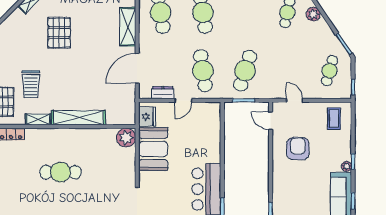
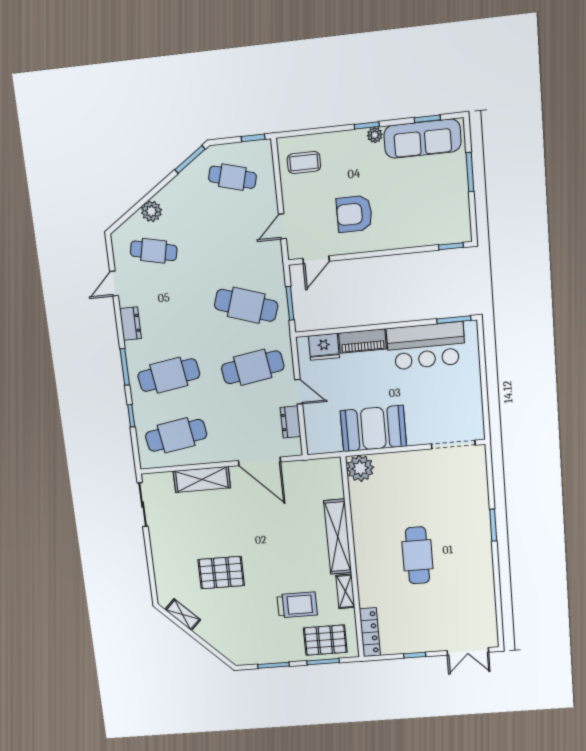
fridge: (147, 117) -> (324, 347), moved, turned 180
piano: (214, 147) -> (362, 341), added

